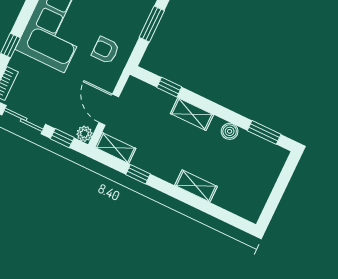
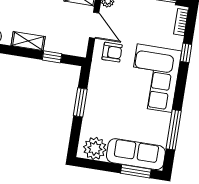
armchair: (105, 50) -> (112, 52), moved

